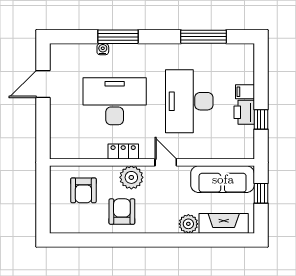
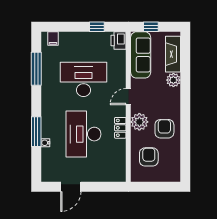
door: (43, 84) -> (71, 187), hinge flipped
filing cabinet: (245, 92) -> (53, 38), moved
desk: (189, 101) -> (84, 79), turned 180
printer: (244, 112) -> (119, 41), moved, turned 90
armchair: (83, 190) -> (149, 157), turned -90
armchair: (122, 212) -> (164, 129), turned 90

